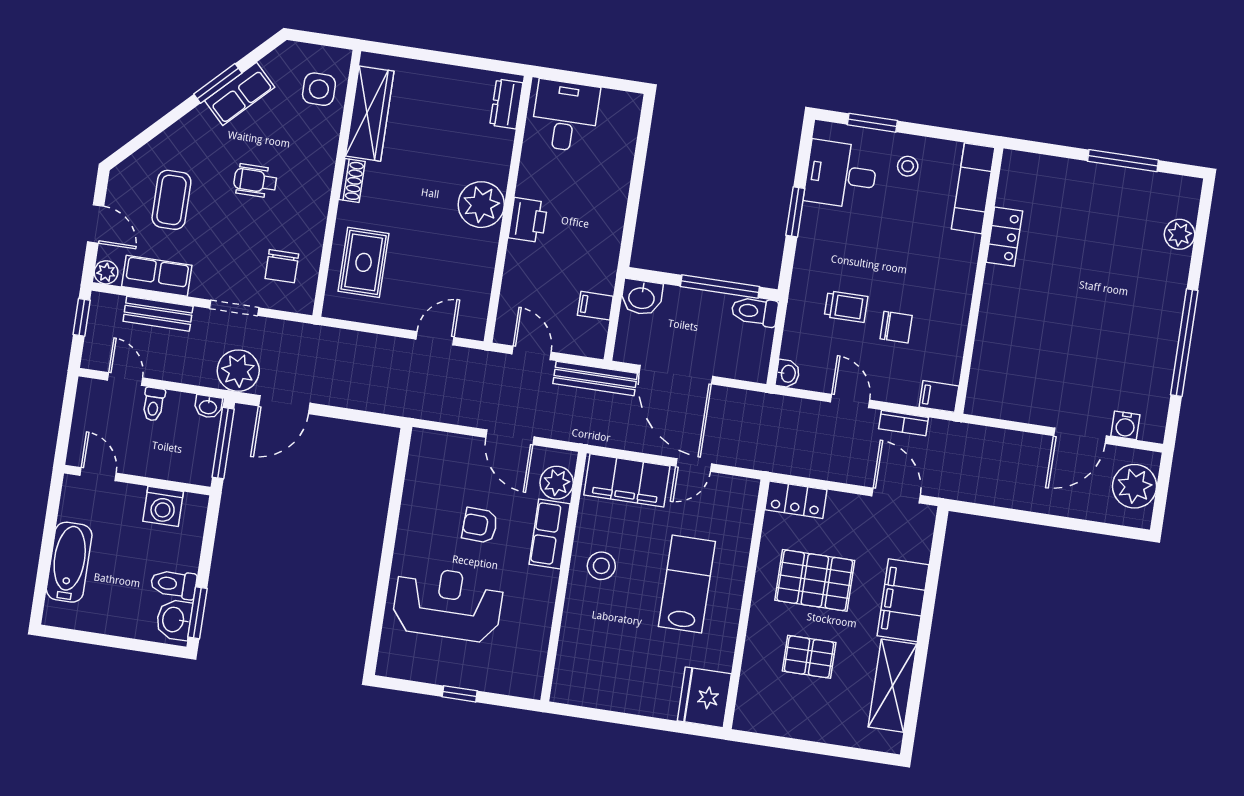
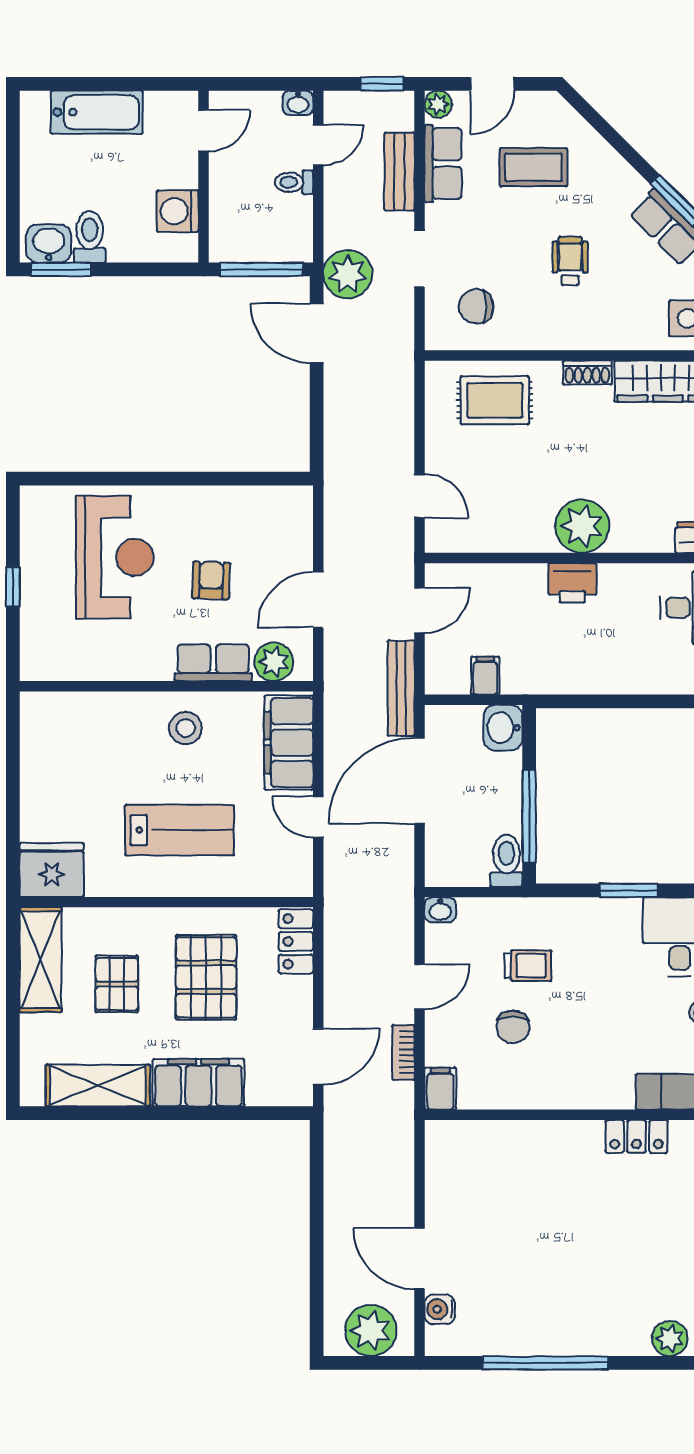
trolley: (846, 307) -> (528, 966), turned -90
washbasin: (208, 407) -> (298, 103), moved, turned -90
shelving: (779, 718) -> (41, 960), added

